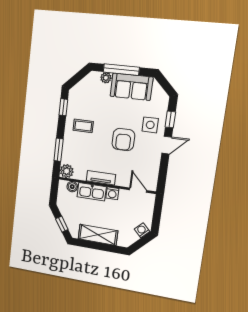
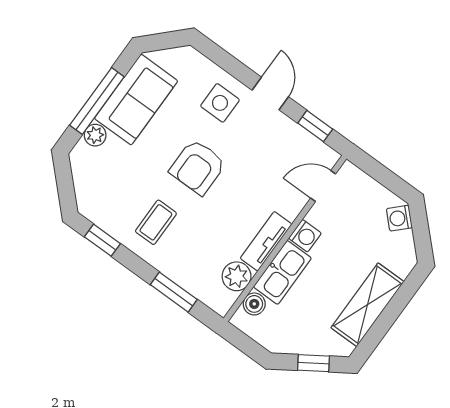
window: (170, 119) -> (315, 126), moved
armchair: (123, 140) -> (198, 167), moved, turned 90
plant: (67, 171) -> (237, 276), moved

